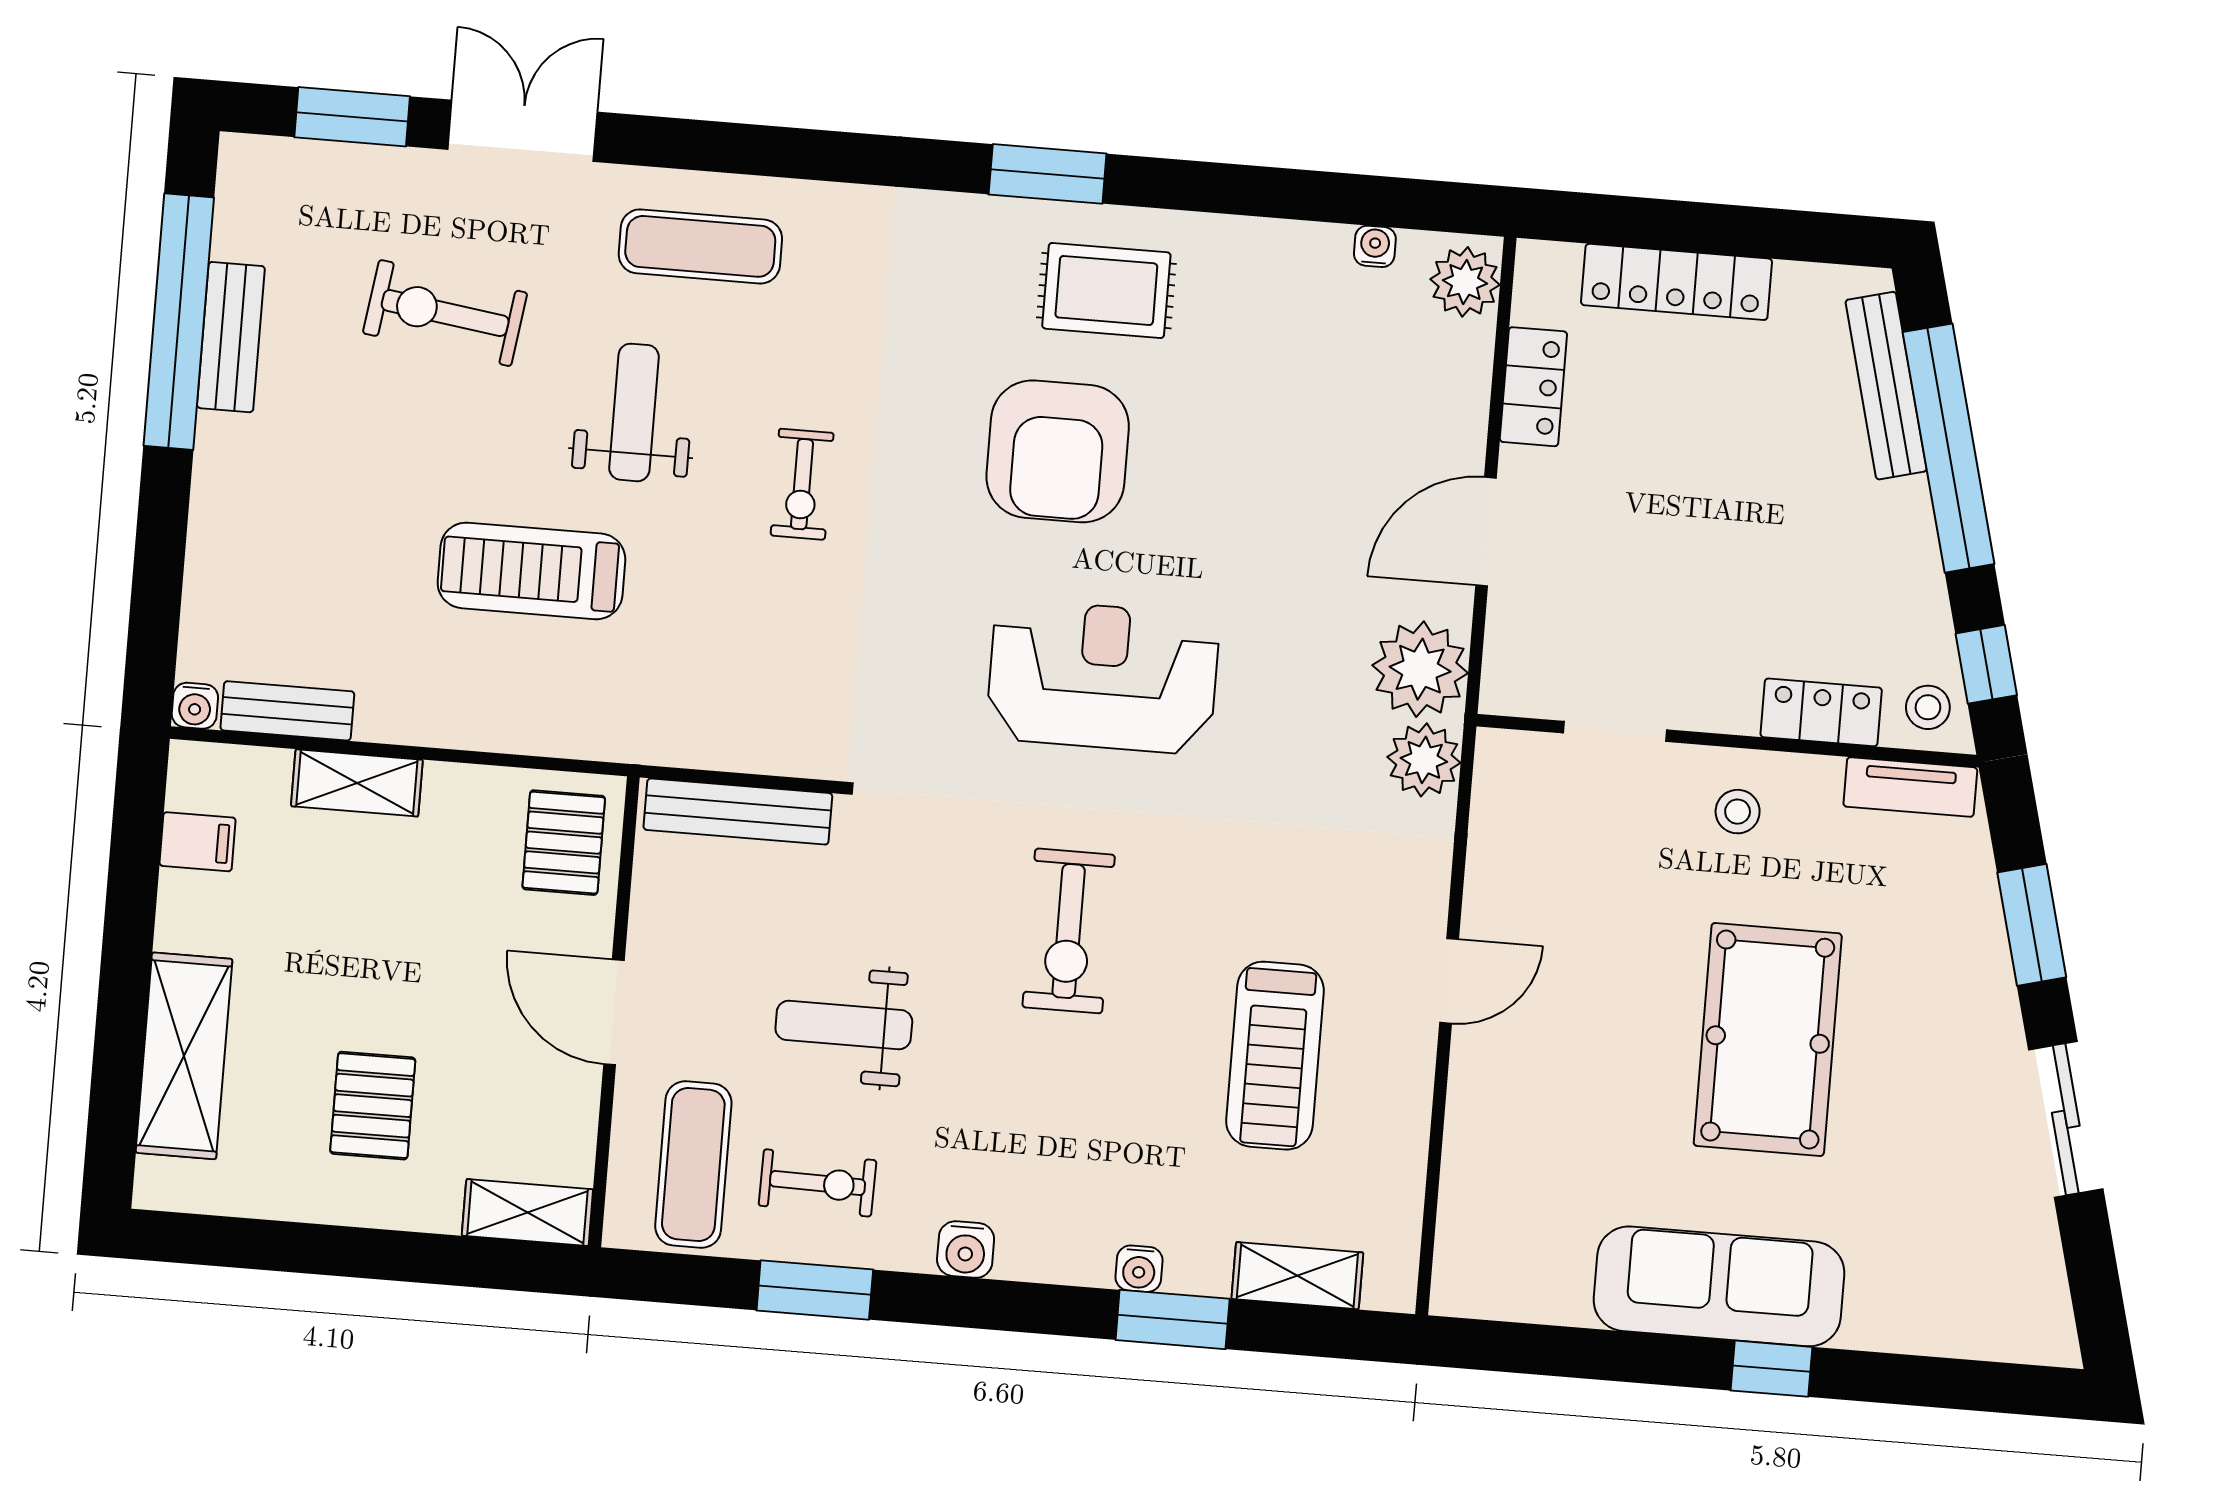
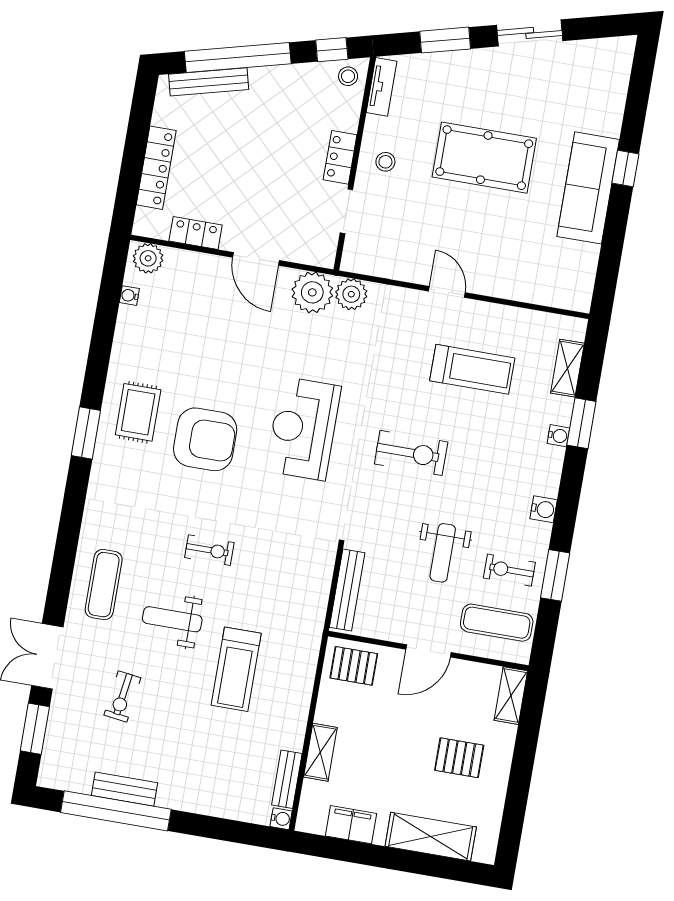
exercise bike: (445, 313) -> (122, 696), width x0.73, depth x0.72
locker: (1821, 712) -> (340, 157), moved
filing cabinet: (198, 842) -> (351, 825), width x2.00
exercise bike: (818, 1183) -> (509, 570), turned -91

